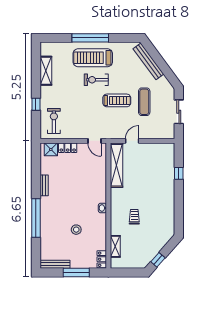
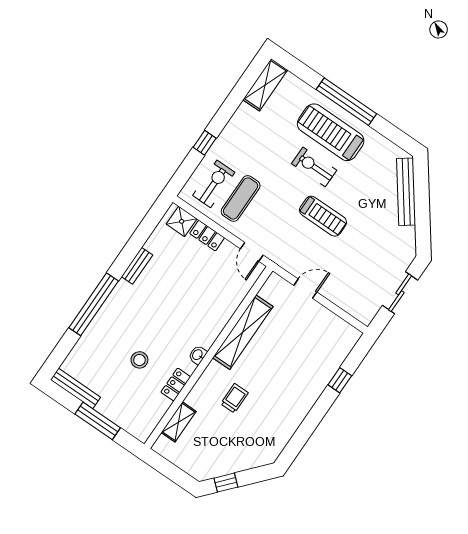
shelving: (46, 71) -> (265, 85), moved
exercise mat: (144, 102) -> (241, 198), moved
shelving: (117, 165) -> (243, 332), moved
locker: (102, 259) -> (176, 385), moved

